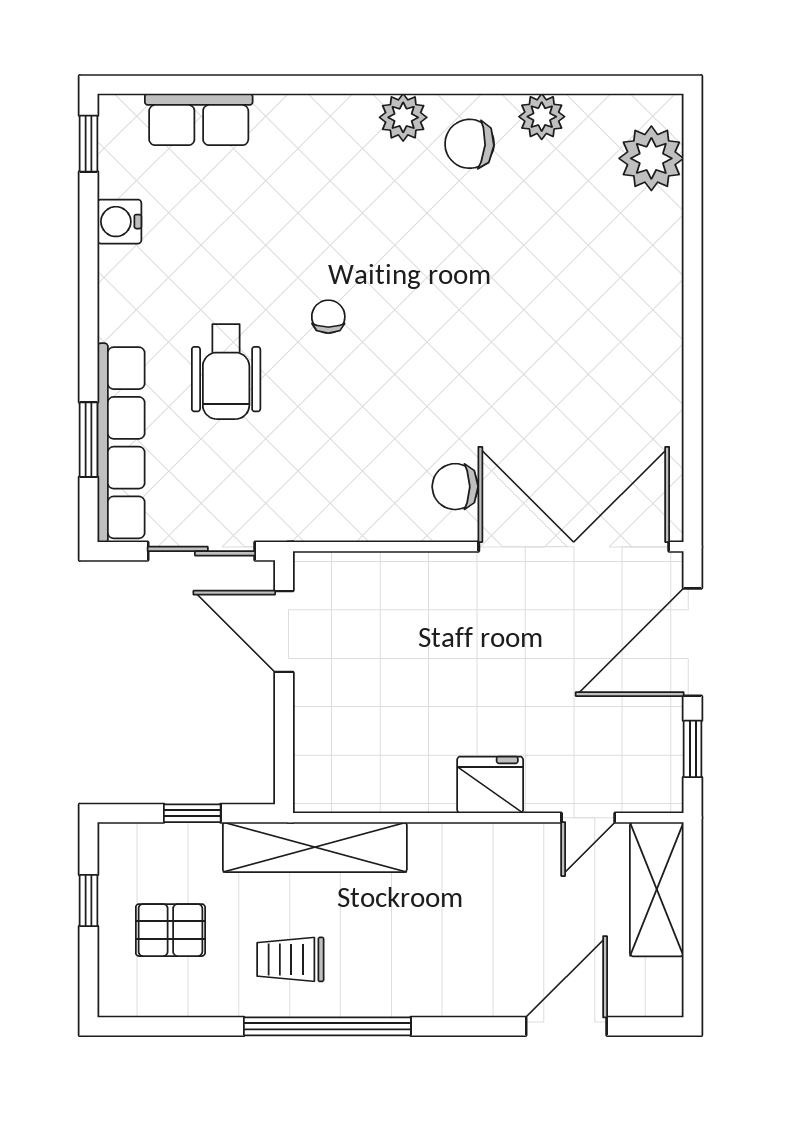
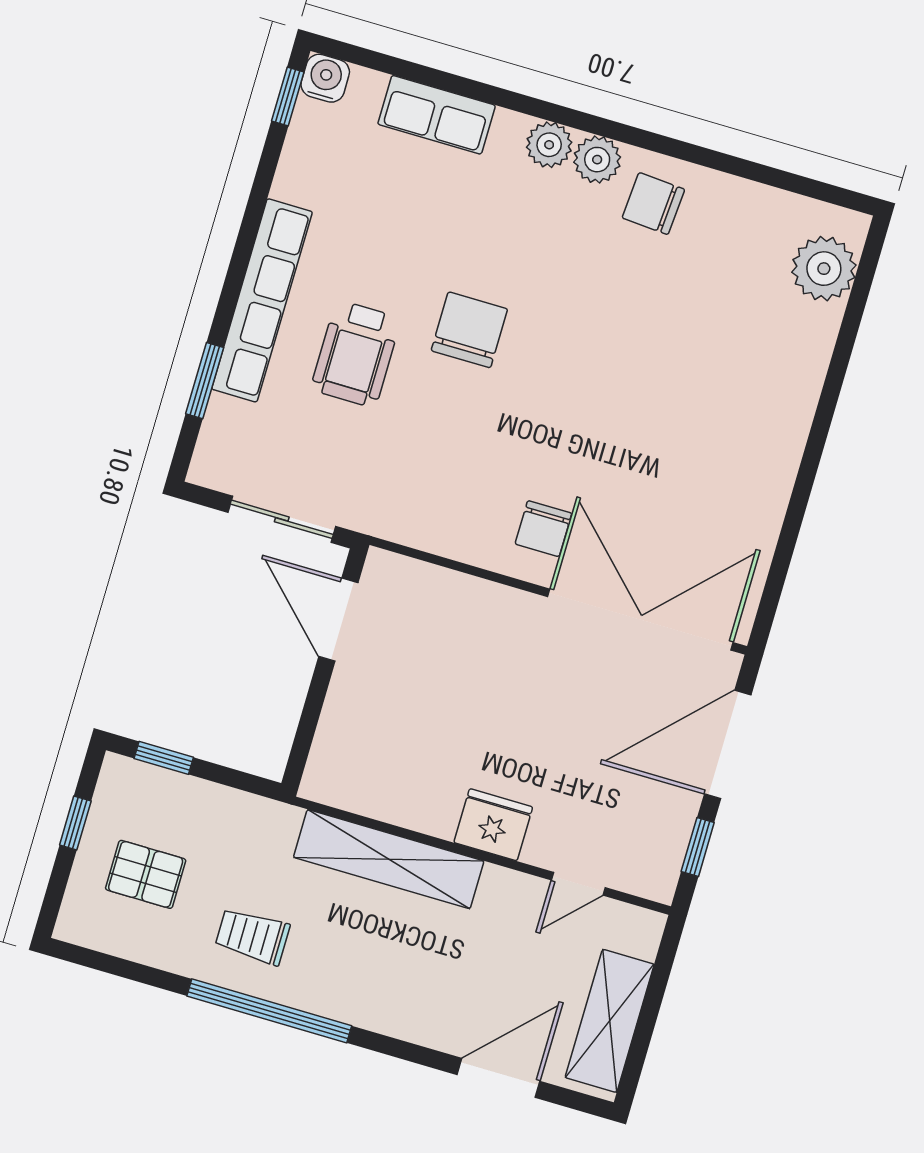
plant: (542, 117) -> (549, 145), moved
row of seats: (199, 119) -> (437, 115), moved
water cooler: (119, 222) -> (325, 78), moved, turned 90
chair: (328, 317) -> (469, 330), width x1.87, depth x1.87
row of seats: (121, 443) -> (262, 300), moved
chair: (455, 487) -> (543, 529), turned -90
window: (192, 813) -> (164, 758), moved
shelving: (315, 847) -> (389, 859), moved
shelving: (657, 889) -> (610, 1021), moved

